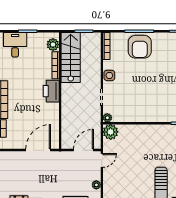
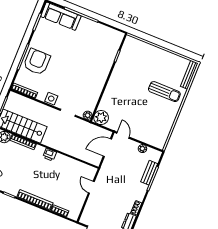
armchair: (140, 47) -> (37, 62), turned -90
printer: (51, 91) -> (50, 155), width x0.53, depth x0.68
door: (38, 150) -> (91, 187), width x0.53
door: (84, 150) -> (107, 148), hinge flipped

